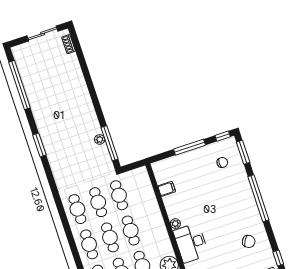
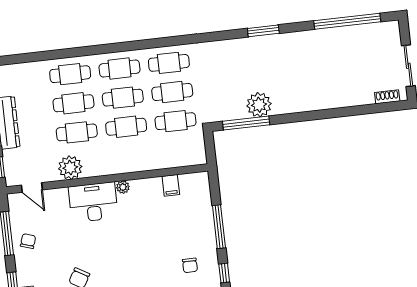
plant: (100, 139) -> (259, 105), width x1.88, depth x1.88

